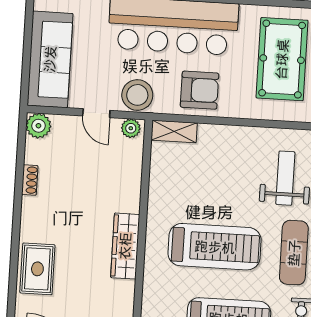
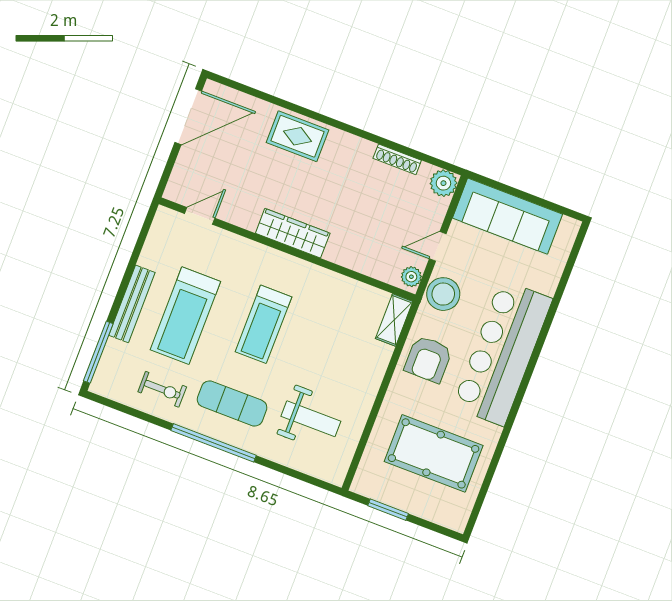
shoe rack: (30, 180) -> (397, 159), width x1.43
treadmill: (215, 247) -> (263, 324), width x0.73, depth x0.73

